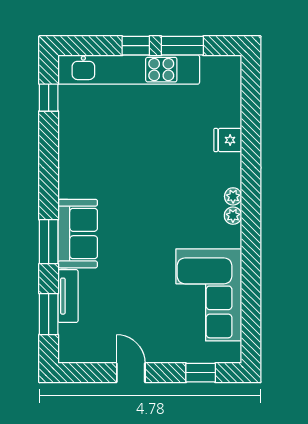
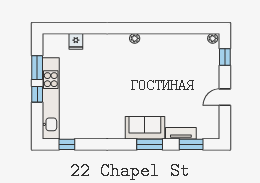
fridge: (228, 140) -> (76, 41), moved
plant: (233, 196) -> (213, 38), moved
corner sofa: (209, 295) -> (180, 52), removed

